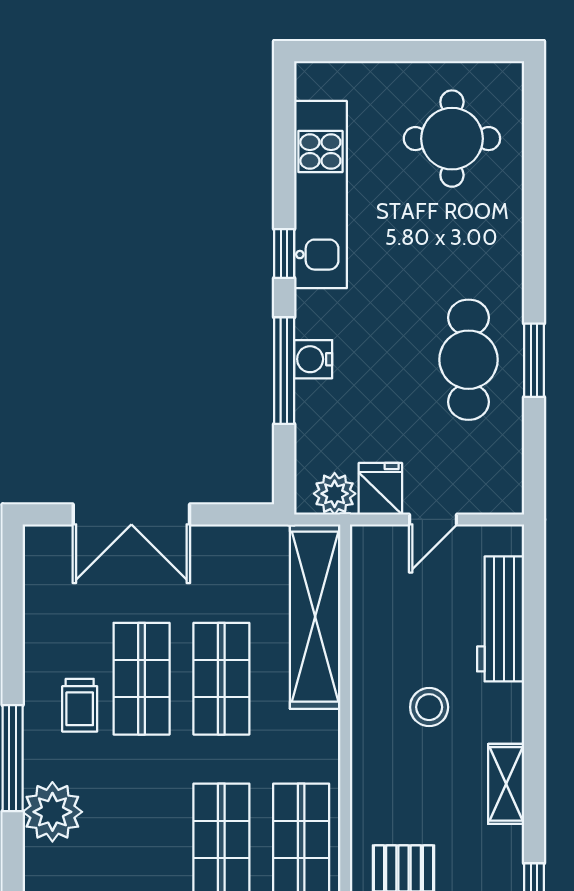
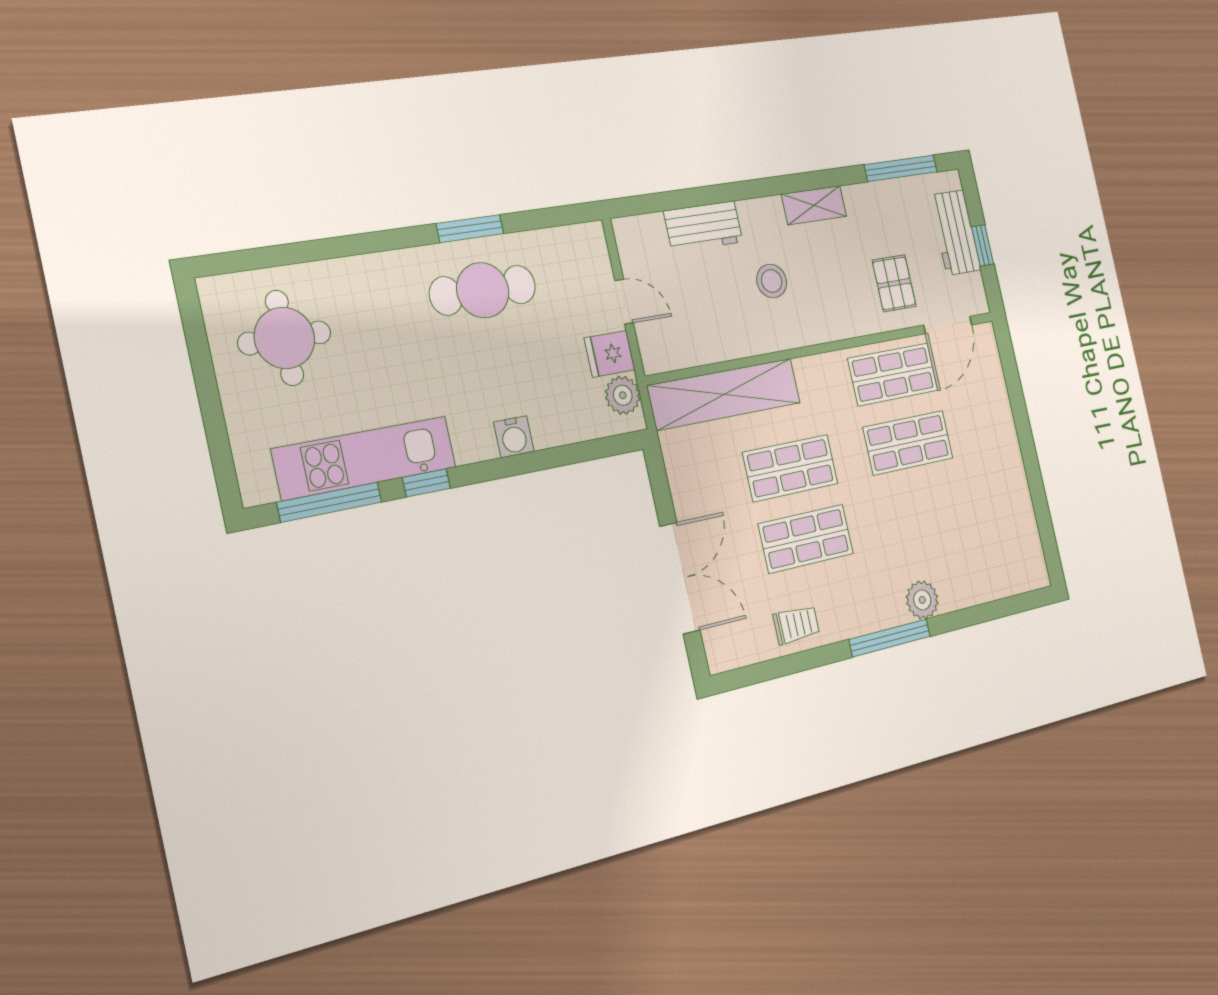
window: (284, 371) -> (330, 502), moved
workbench: (501, 619) -> (703, 227), width x0.73
trolley: (80, 705) -> (796, 625), moved
plant: (52, 812) -> (922, 600), width x0.73, depth x0.73

